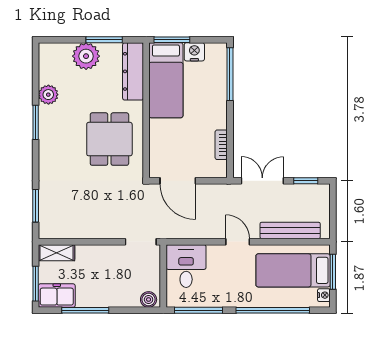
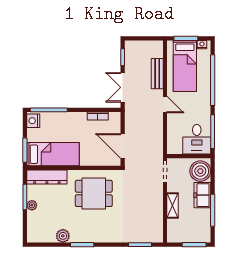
nightstand: (194, 52) -> (33, 121), moved
plant: (86, 56) -> (32, 205), width x0.53, depth x0.53
door: (178, 181) -> (123, 146), swing flipped
bench: (290, 230) -> (157, 74), width x0.73
door: (238, 242) -> (165, 104), swing flipped
shelving: (57, 253) -> (173, 205), moved
desk: (186, 266) -> (197, 139), moved, turned -90
freezer: (57, 296) -> (202, 195), moved
boiler: (149, 300) -> (200, 171), width x1.86, depth x1.86

